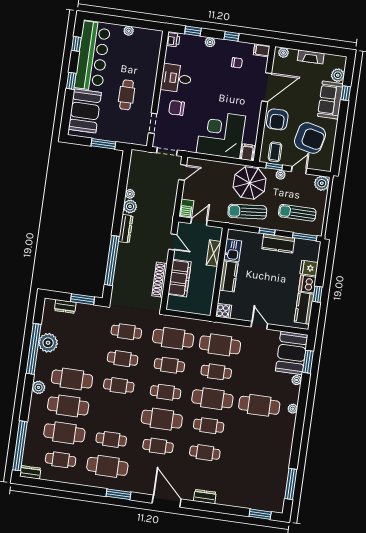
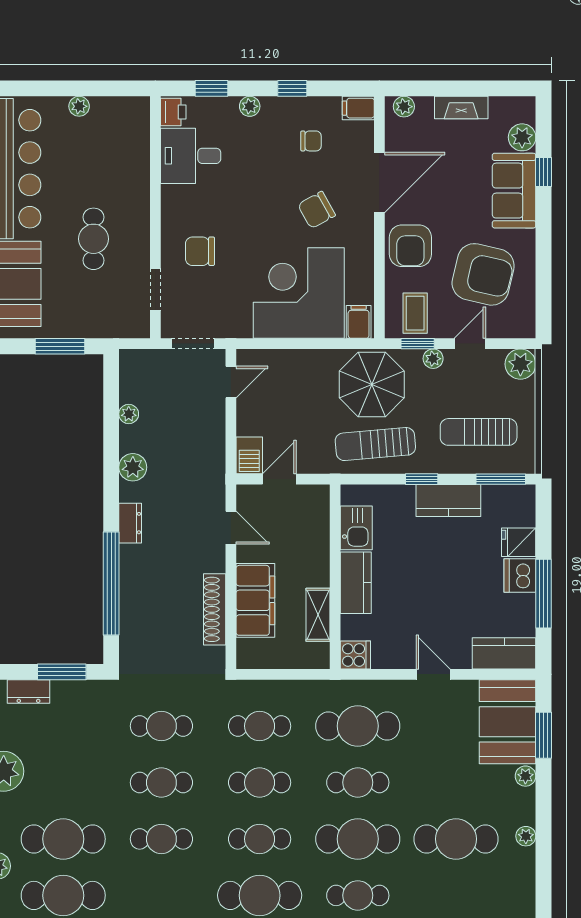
desk: (176, 78) -> (191, 156), moved
chair: (235, 96) -> (317, 210), added
plant: (130, 194) -> (129, 414), moved
dresser: (126, 229) -> (130, 523), width x0.70
shelving: (214, 253) -> (318, 615), moved
window: (317, 294) -> (544, 594), width x2.17
kitchen counter: (304, 308) -> (504, 653), moved, turned 90
cafe table: (173, 338) -> (260, 726), width x0.73, depth x0.74

